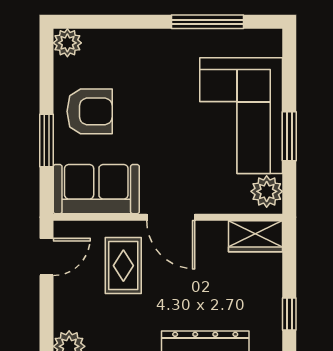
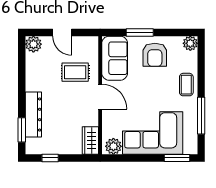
coffee table: (147, 50) -> (186, 85), added
window: (289, 136) -> (177, 158), moved
door: (171, 217) -> (100, 97), swing flipped
door: (46, 257) -> (62, 32), moved

